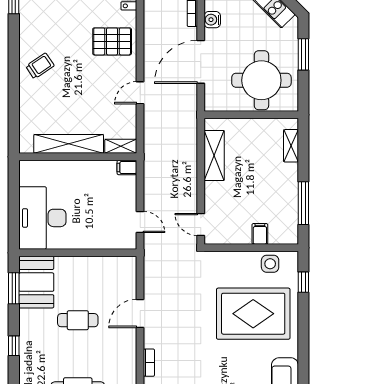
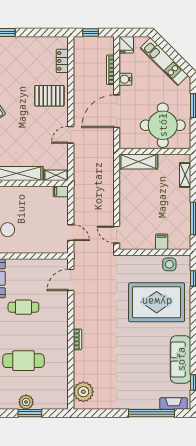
shelving: (214, 155) -> (138, 162), moved, turned 90
door: (140, 313) -> (71, 280), moved

